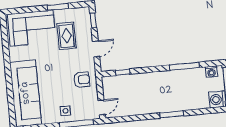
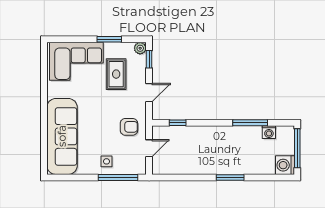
plant: (85, 12) -> (140, 48), added
washing machine: (211, 72) -> (269, 132), moved
door: (102, 107) -> (149, 148), moved

